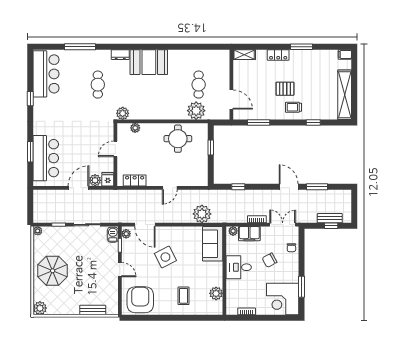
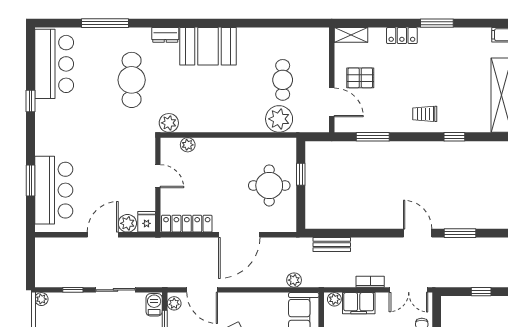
cafe table: (98, 85) -> (132, 80), width x1.37, depth x1.35
pallet: (285, 89) -> (360, 78), moved
round table: (178, 139) -> (269, 185), moved
door: (115, 149) -> (158, 176), swing flipped
locker: (135, 181) -> (187, 224), width x1.53
window: (238, 187) -> (342, 233), removed
door: (170, 188) -> (239, 235), width x1.87
plant: (202, 214) -> (294, 280), width x0.53, depth x0.53
bench: (330, 218) -> (332, 245), moved
double door: (283, 225) -> (409, 290), swing flipped

